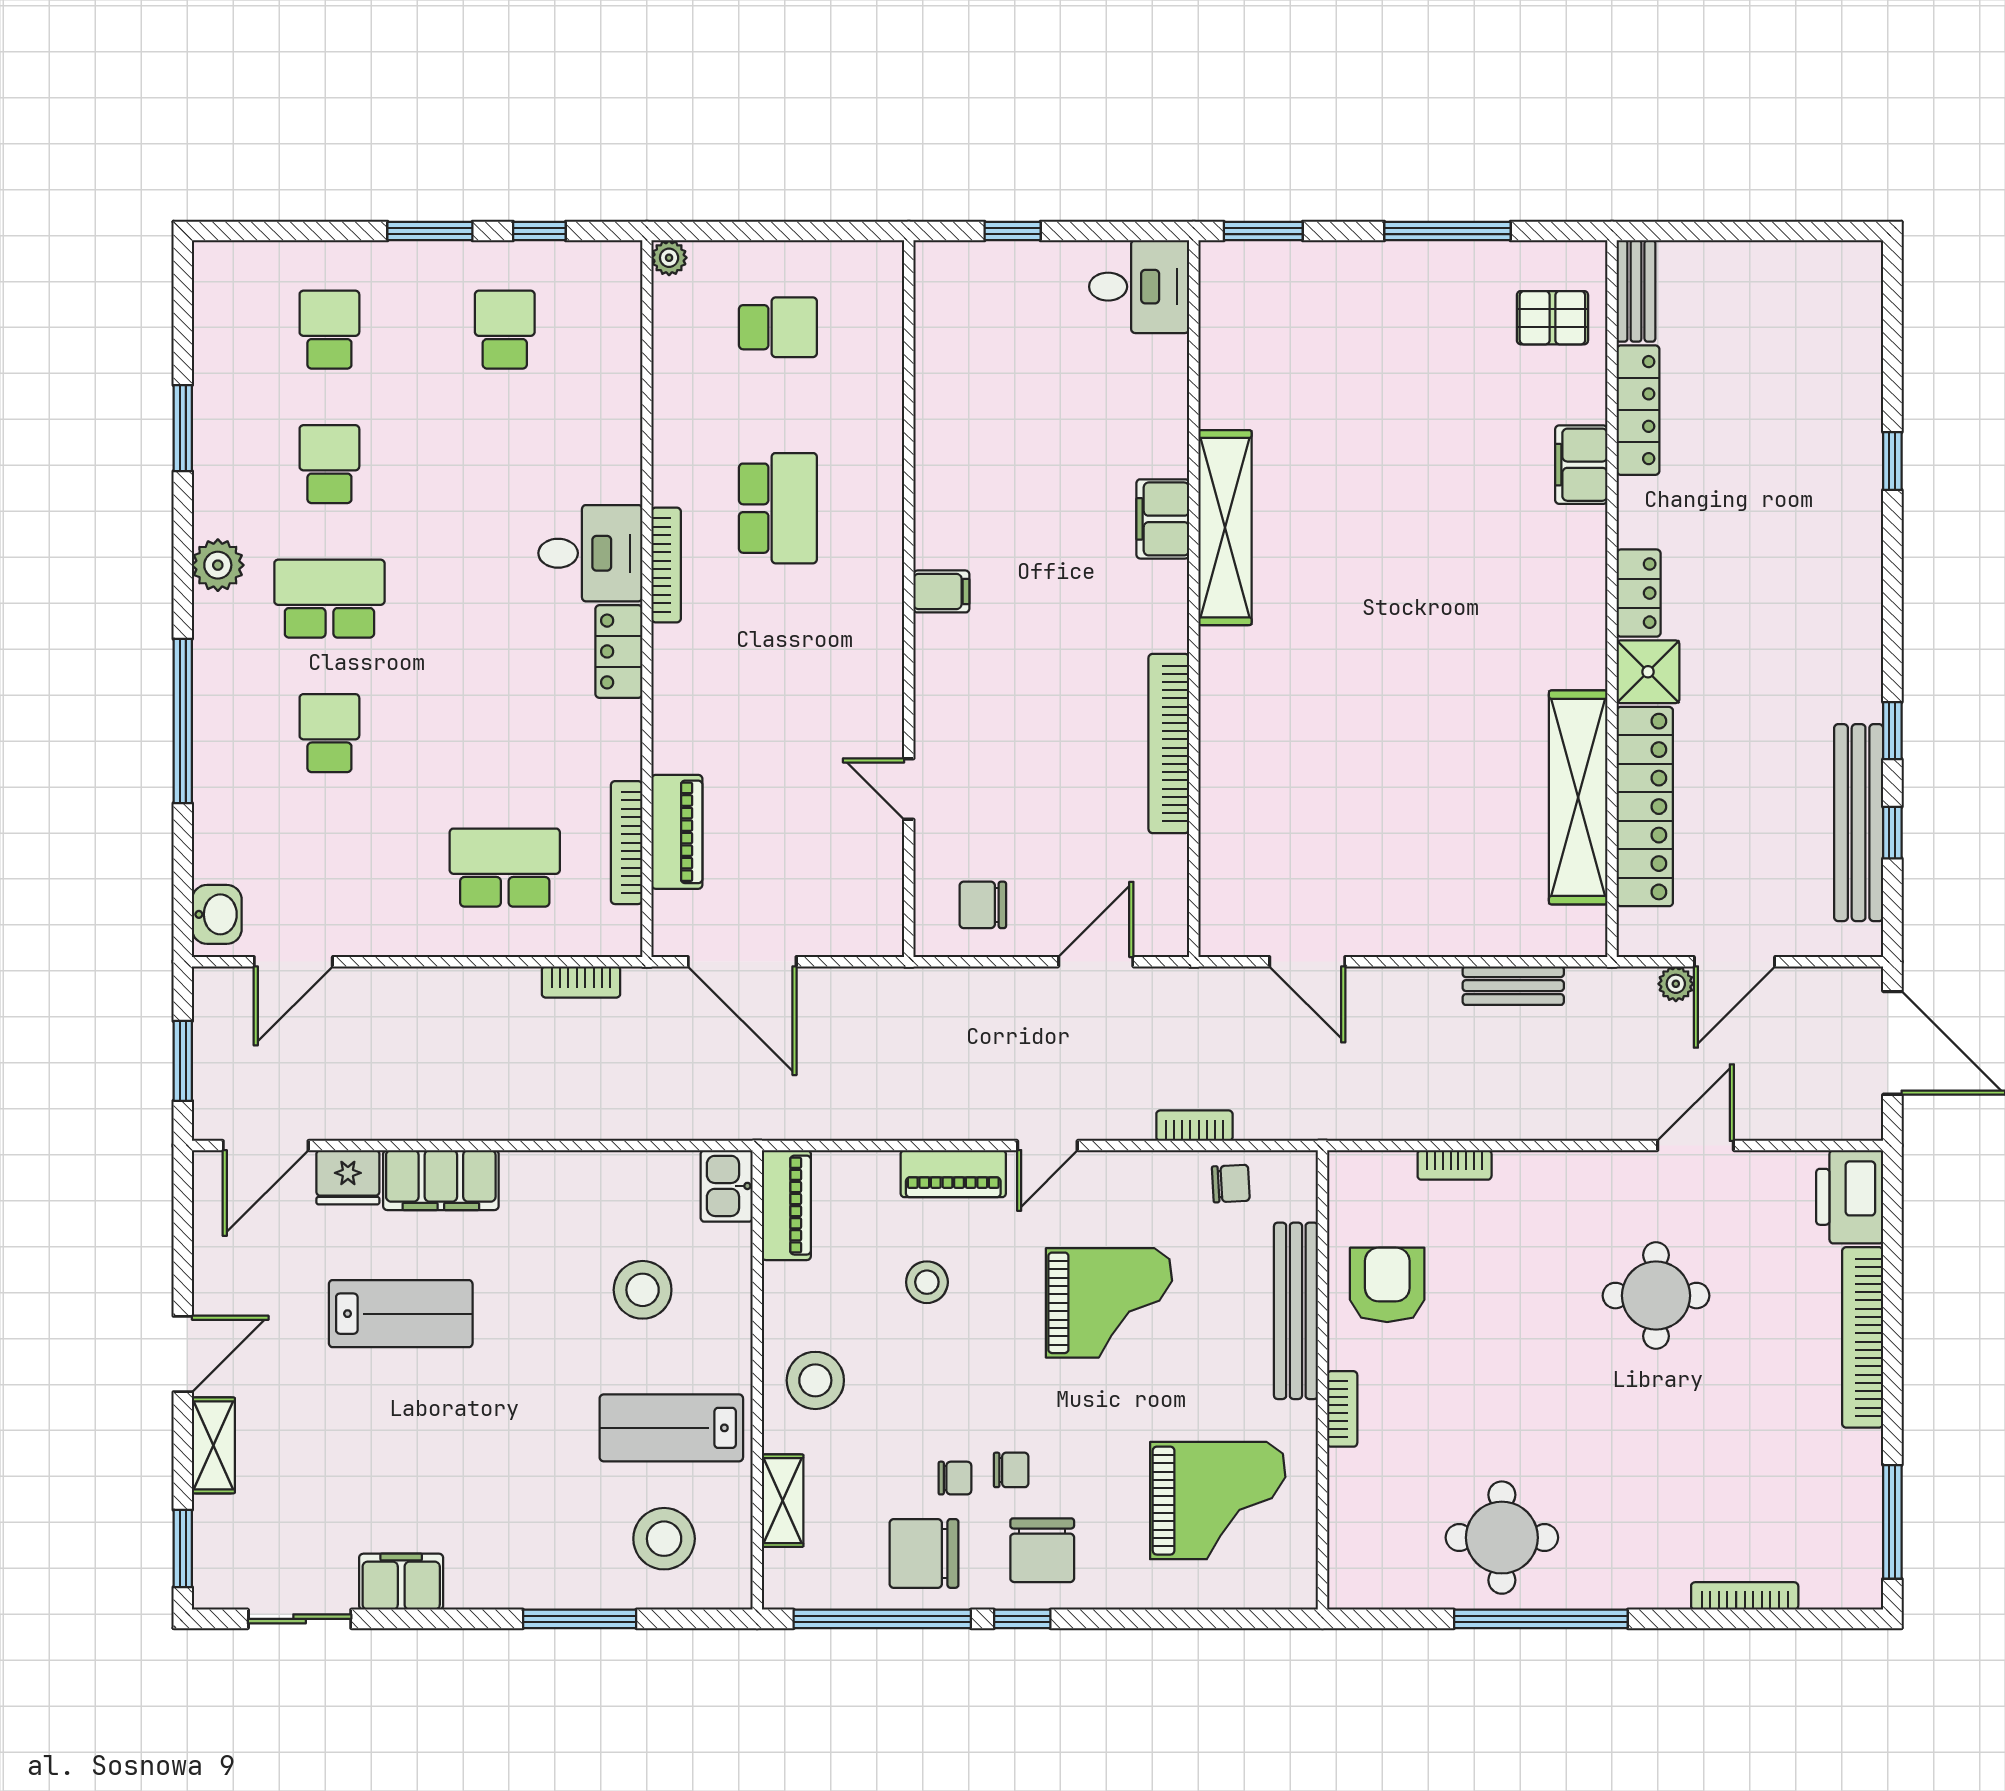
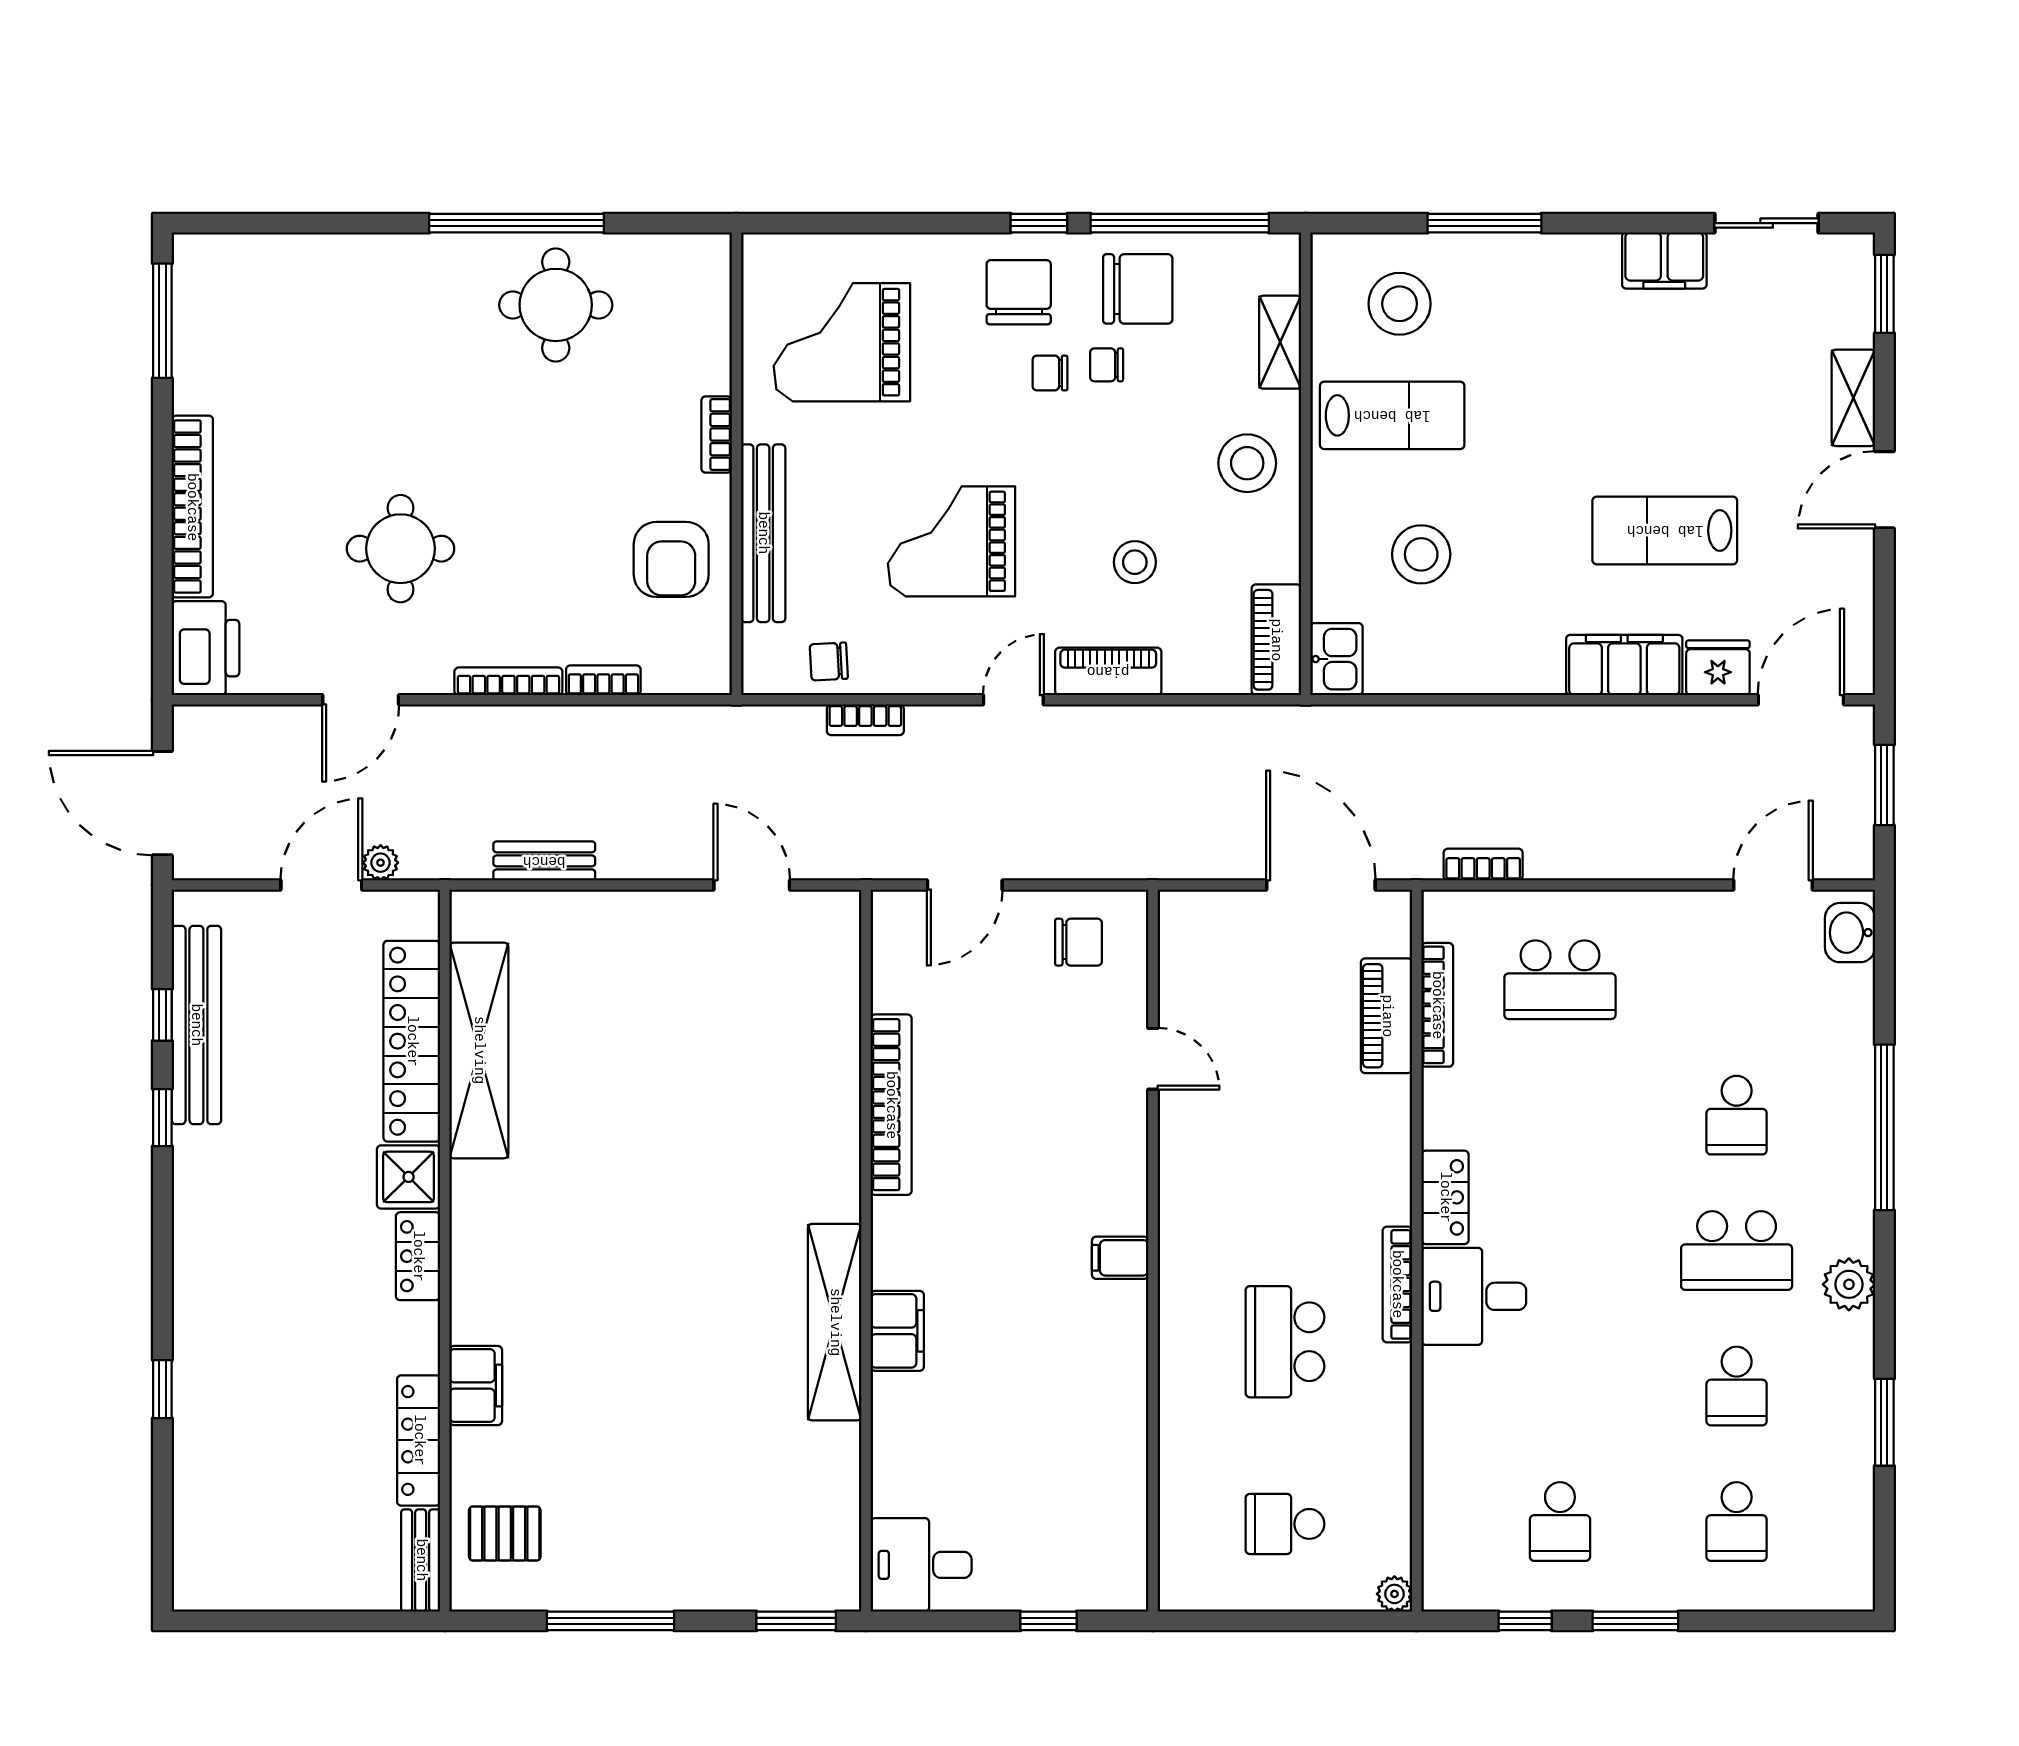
bookcase: (1745, 1596) -> (508, 681), moved, turned 180

